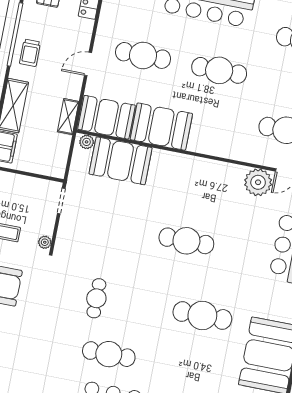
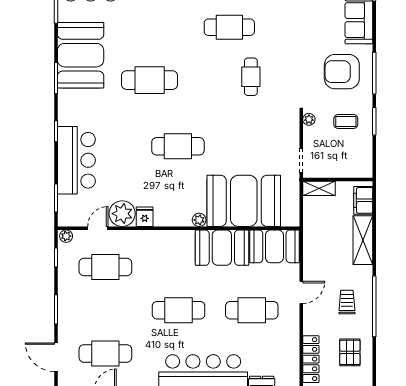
trolley: (30, 53) -> (347, 302), moved
shelving: (68, 117) -> (319, 188), moved, turned 90
plant: (87, 142) -> (199, 220), moved
booth: (121, 161) -> (244, 201), width x1.36, depth x1.42
fridge: (235, 174) -> (145, 217), added

